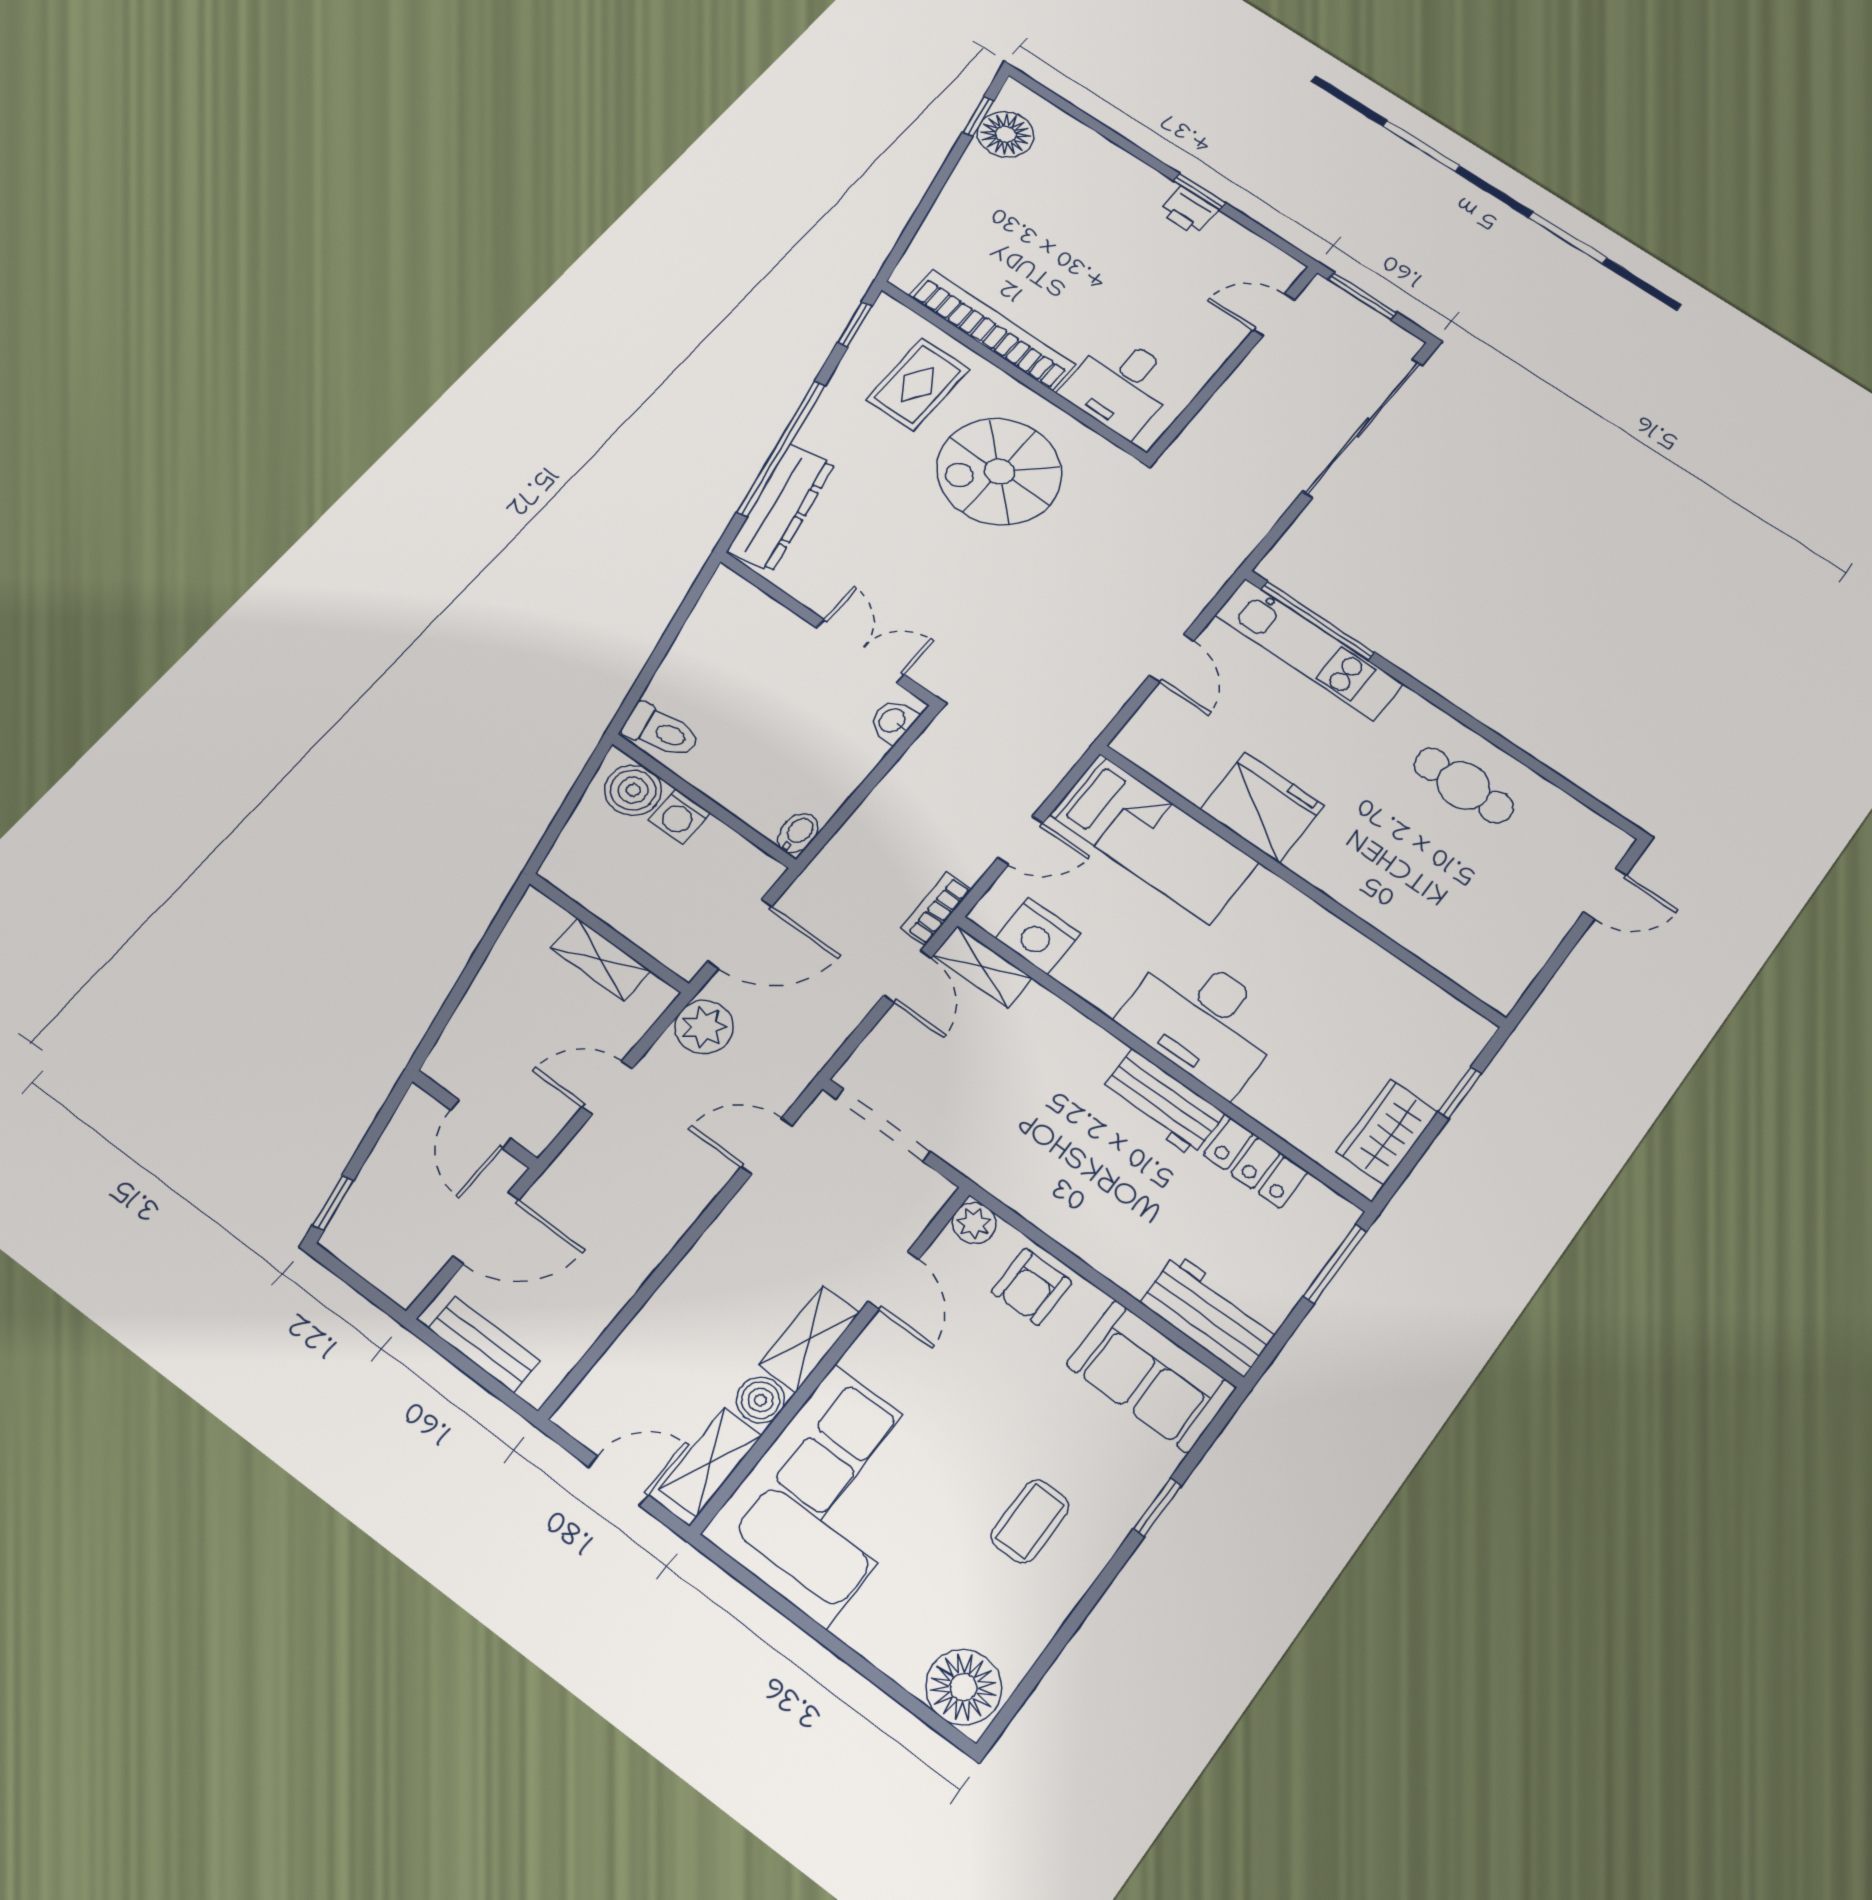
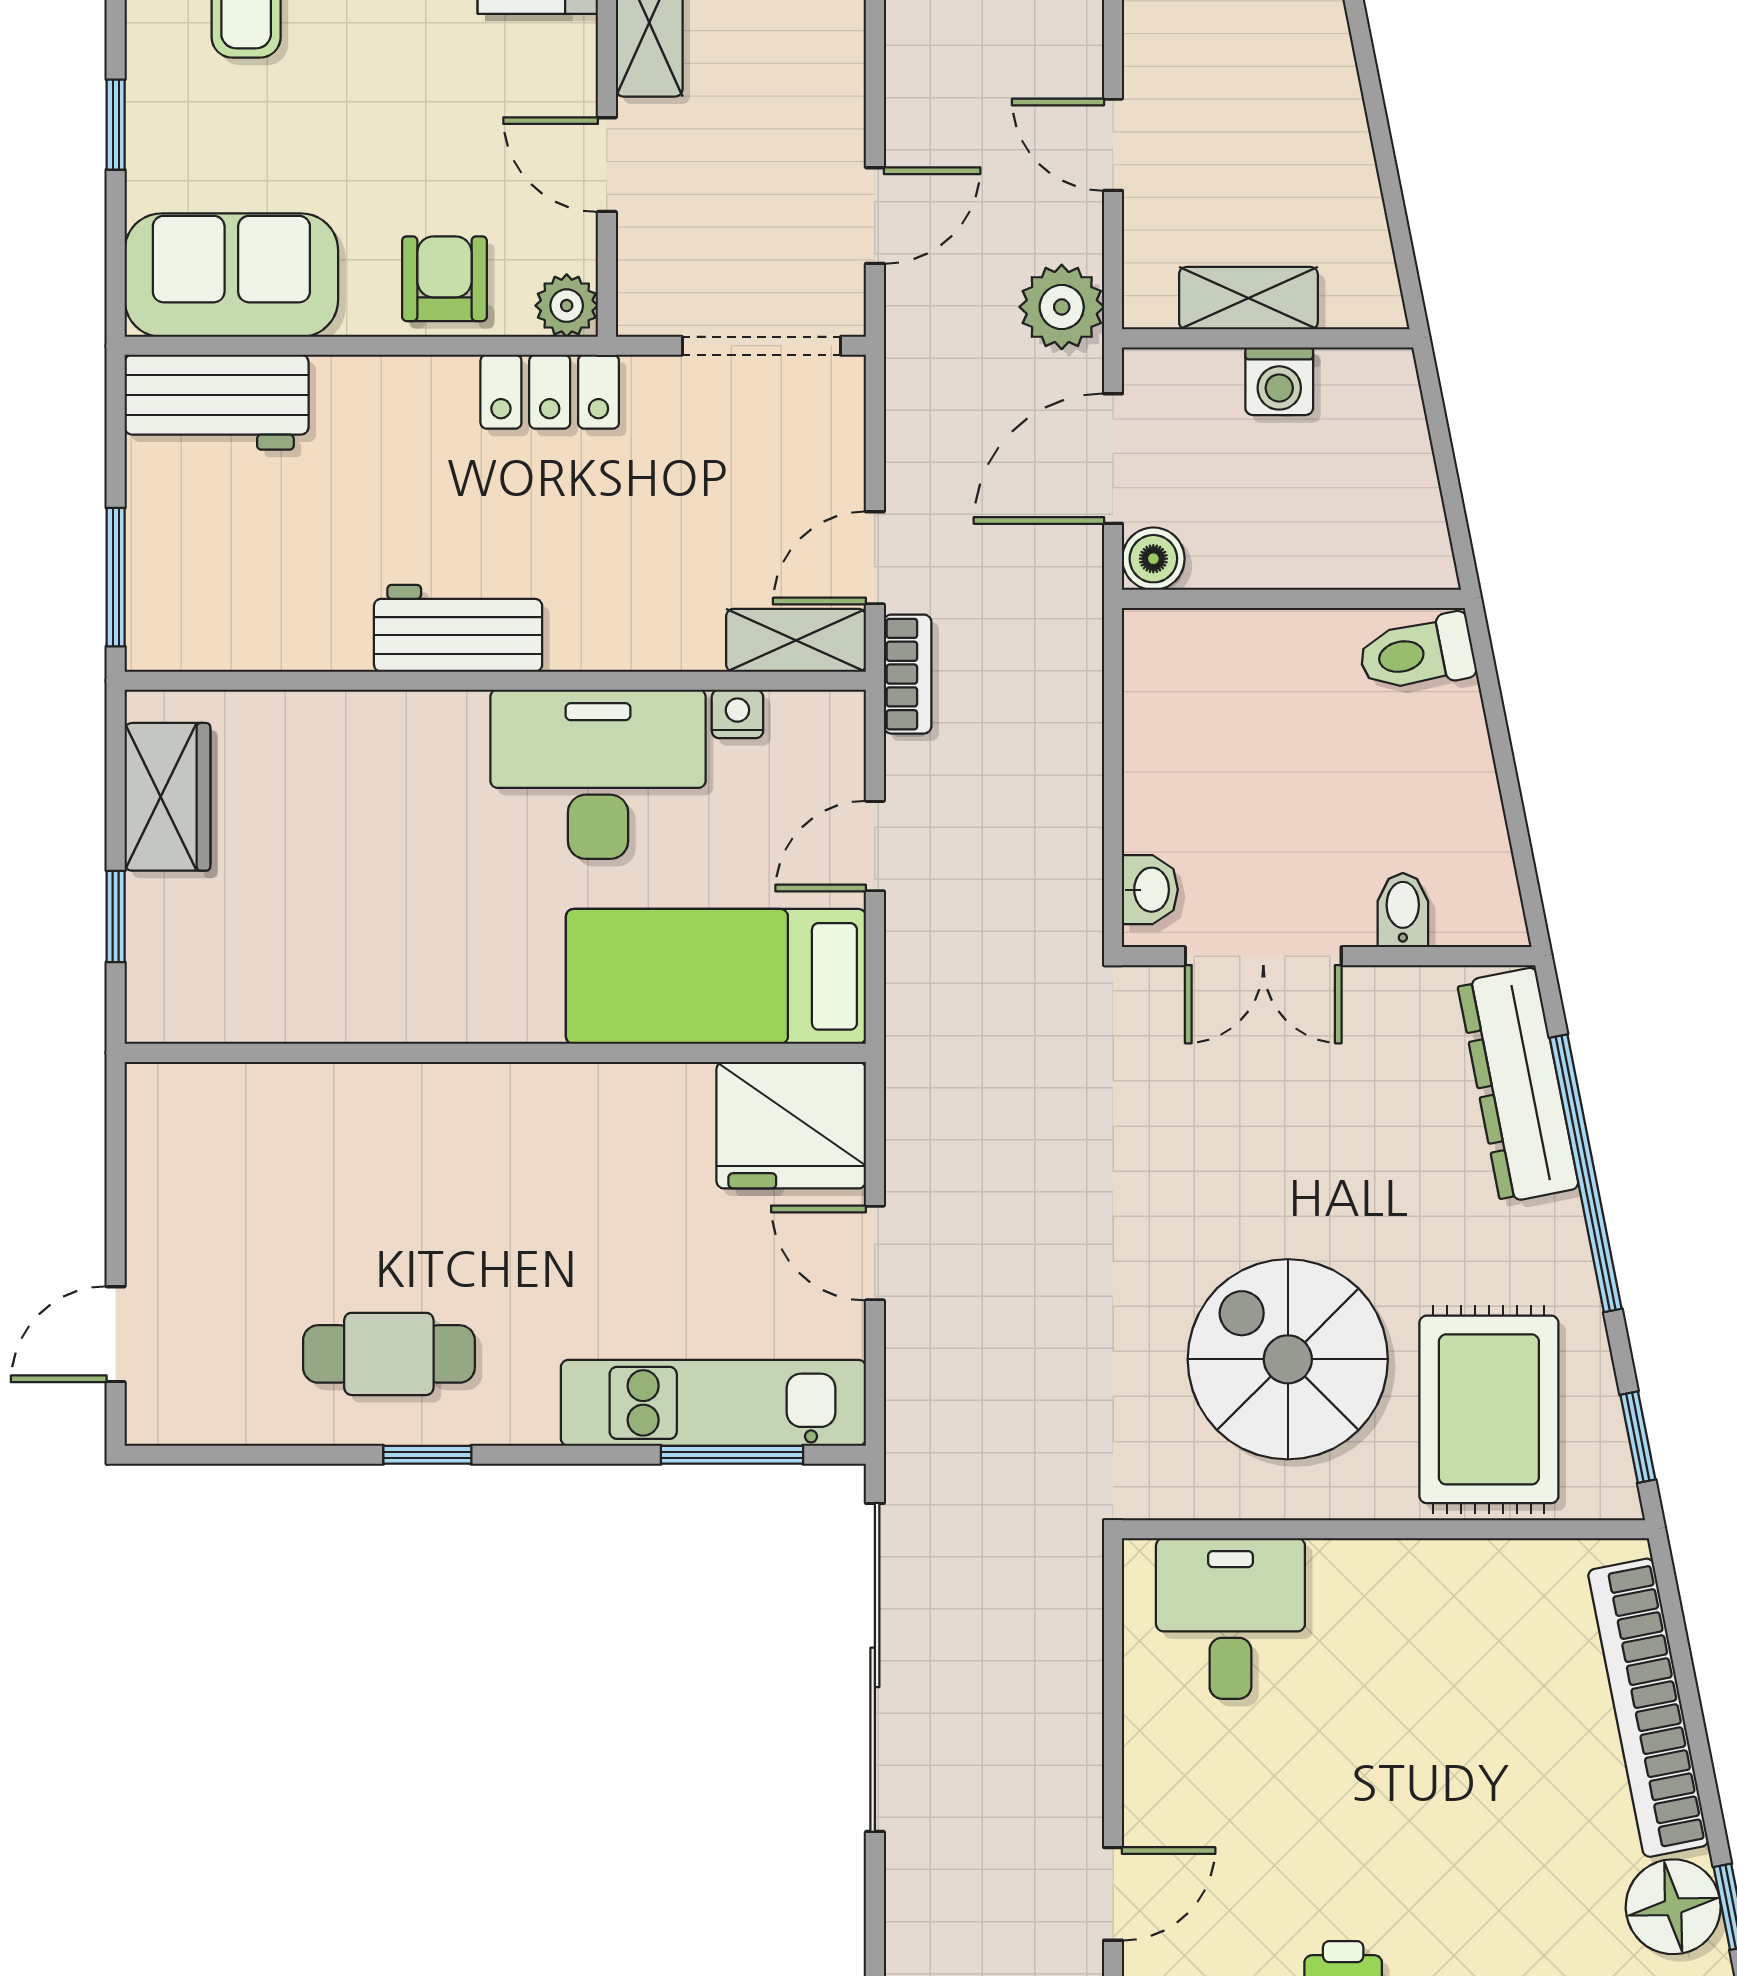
bookcase: (992, 330) -> (1648, 1708), moved, turned 79
rug: (918, 384) -> (1489, 1409), width x1.36, depth x1.43
sliding door: (1363, 428) -> (875, 1667), moved
spiral stairs: (999, 472) -> (1288, 1359), turned -90
window: (1318, 621) -> (732, 1455), width x0.69
window: (1478, 727) -> (427, 1455), added
boiler: (633, 790) -> (1153, 559), moved, width x0.73, depth x0.73
fridge: (1262, 807) -> (791, 1125), moved
washing machine: (679, 816) -> (1279, 381), moved, turned 180
bidet: (798, 833) -> (1403, 910), moved, turned 180
nightstand: (1038, 936) -> (737, 714), width x0.53, depth x0.56
door: (907, 976) -> (875, 558), hinge flipped
desk: (1203, 1020) -> (598, 774), moved
door: (607, 1088) -> (1113, 145), swing flipped
locker: (1256, 1163) -> (550, 392), moved, turned 180

